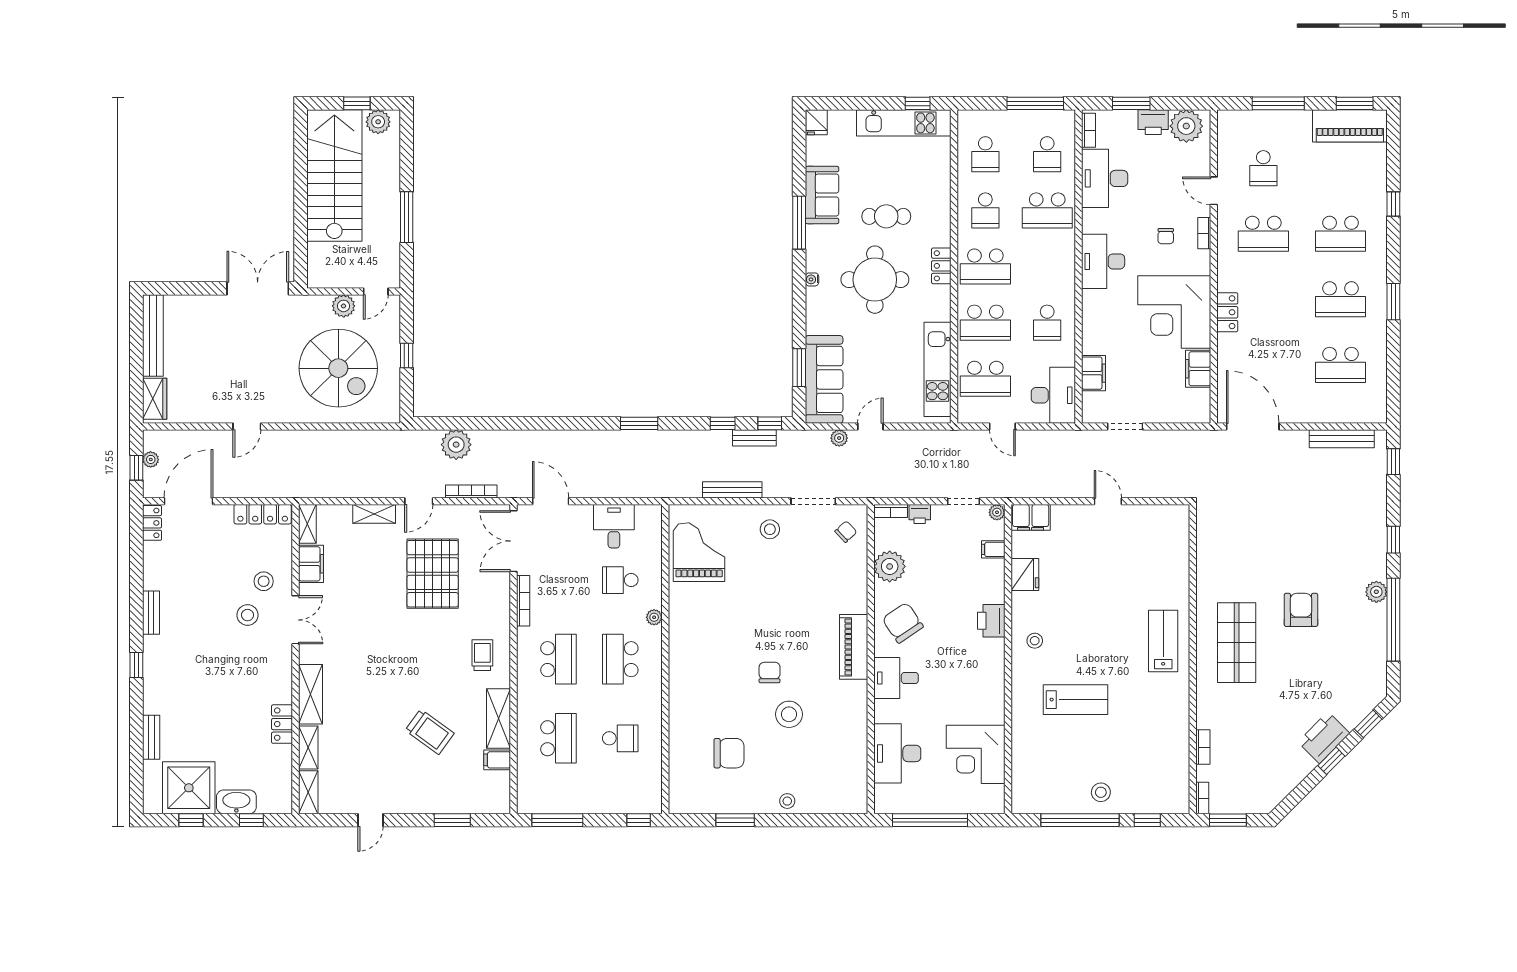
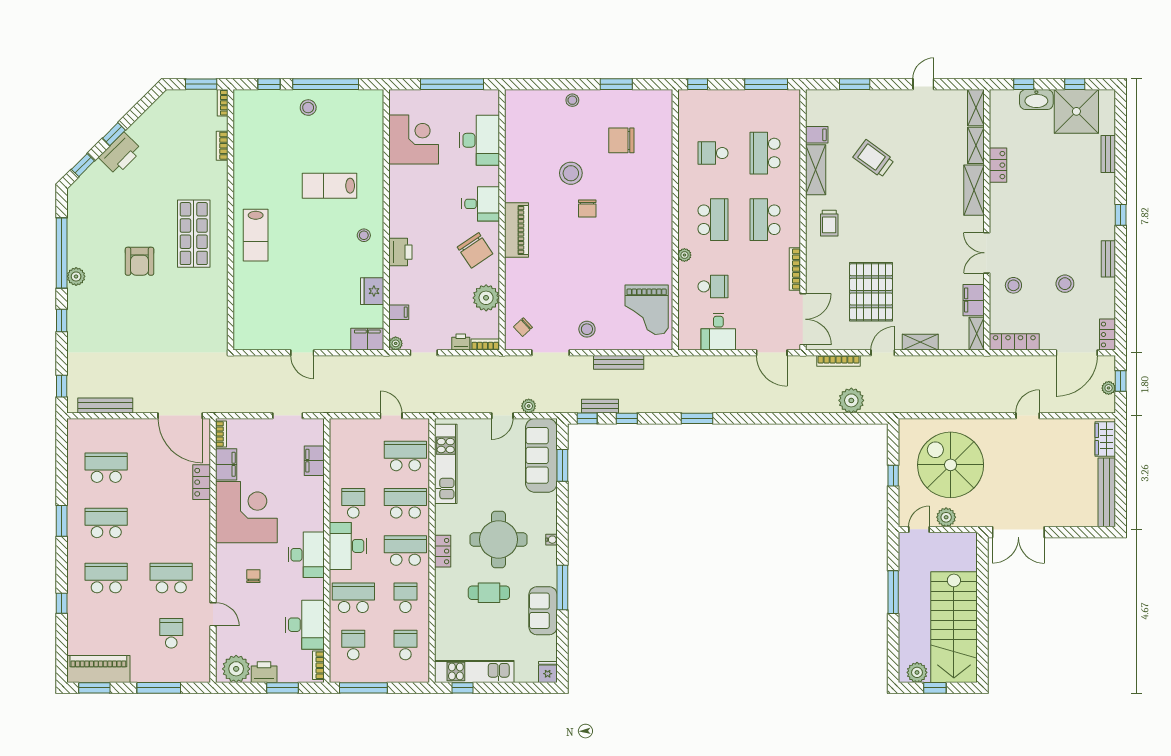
bookcase: (1204, 233) -> (221, 434), moved
locker: (1227, 312) -> (202, 482), moved
desk: (1053, 395) -> (348, 546), moved
stool: (248, 615) -> (1065, 284), moved

